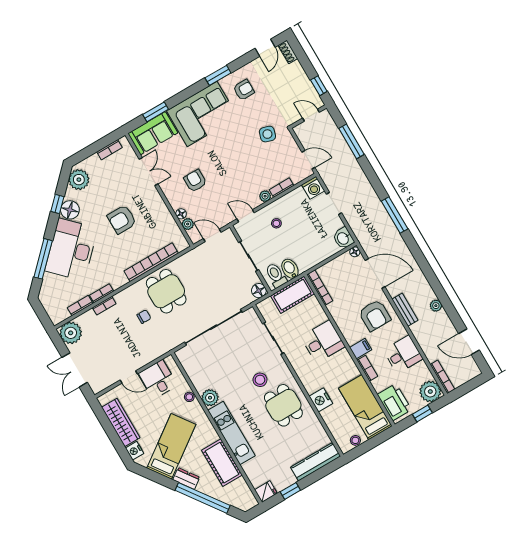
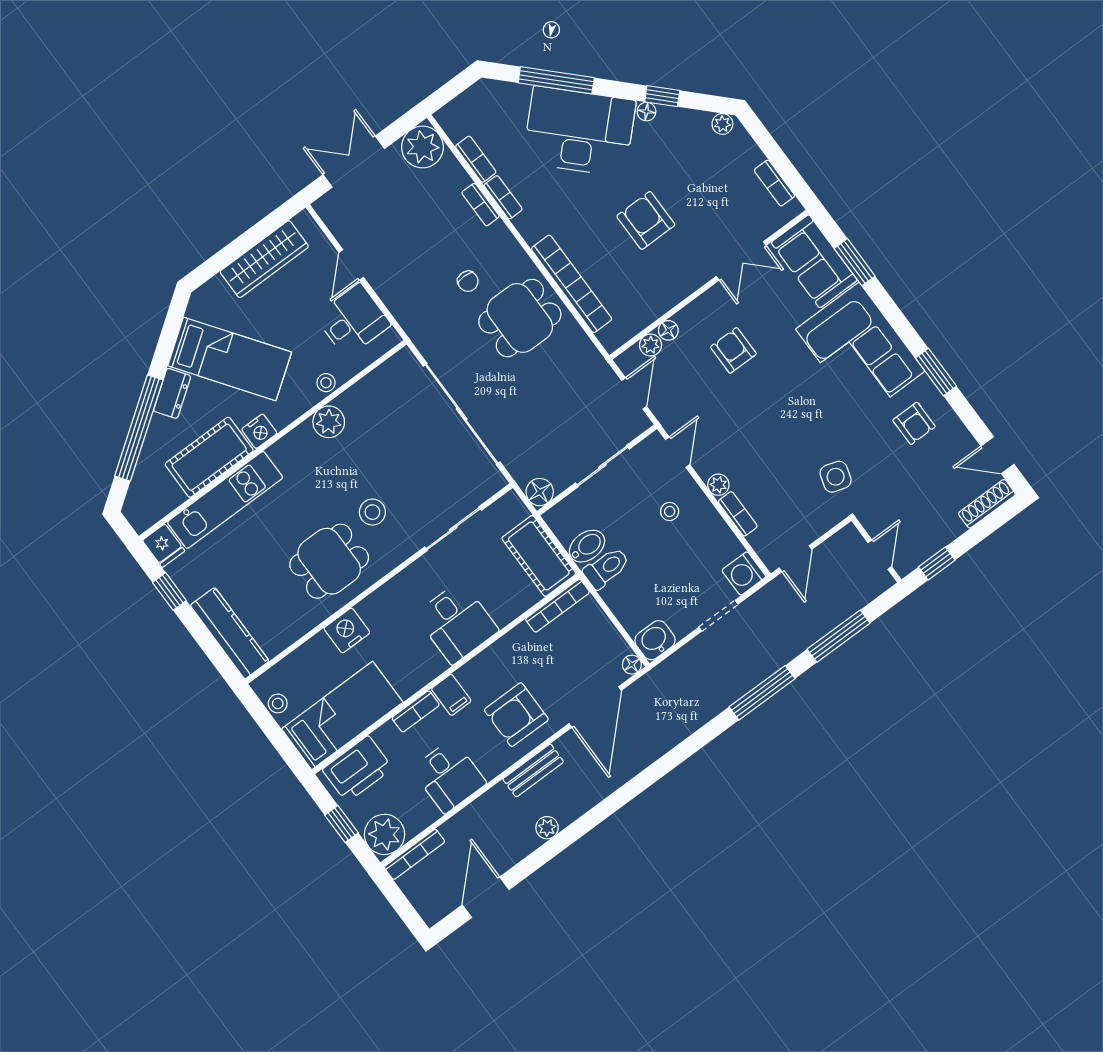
shoe rack: (288, 52) -> (987, 504), width x1.43
plant: (79, 180) -> (722, 124), width x0.53, depth x0.53
armchair: (195, 181) -> (733, 350), turned -90
floor lamp: (70, 210) -> (646, 112), width x0.53, depth x0.53
window: (395, 215) -> (762, 693), moved
toilet: (276, 275) -> (606, 568), moved
kitchen unit: (231, 433) -> (225, 500), moved
nightstand: (135, 451) -> (259, 431), moved, turned 180

